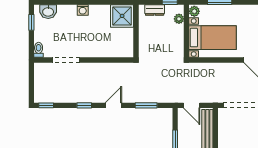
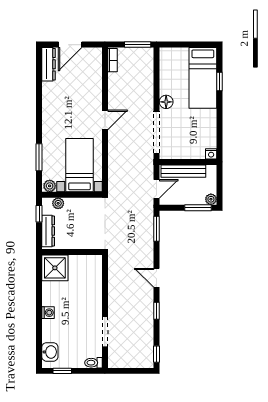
dresser: (155, 10) -> (48, 231), width x1.44
window: (146, 105) -> (156, 229), moved

